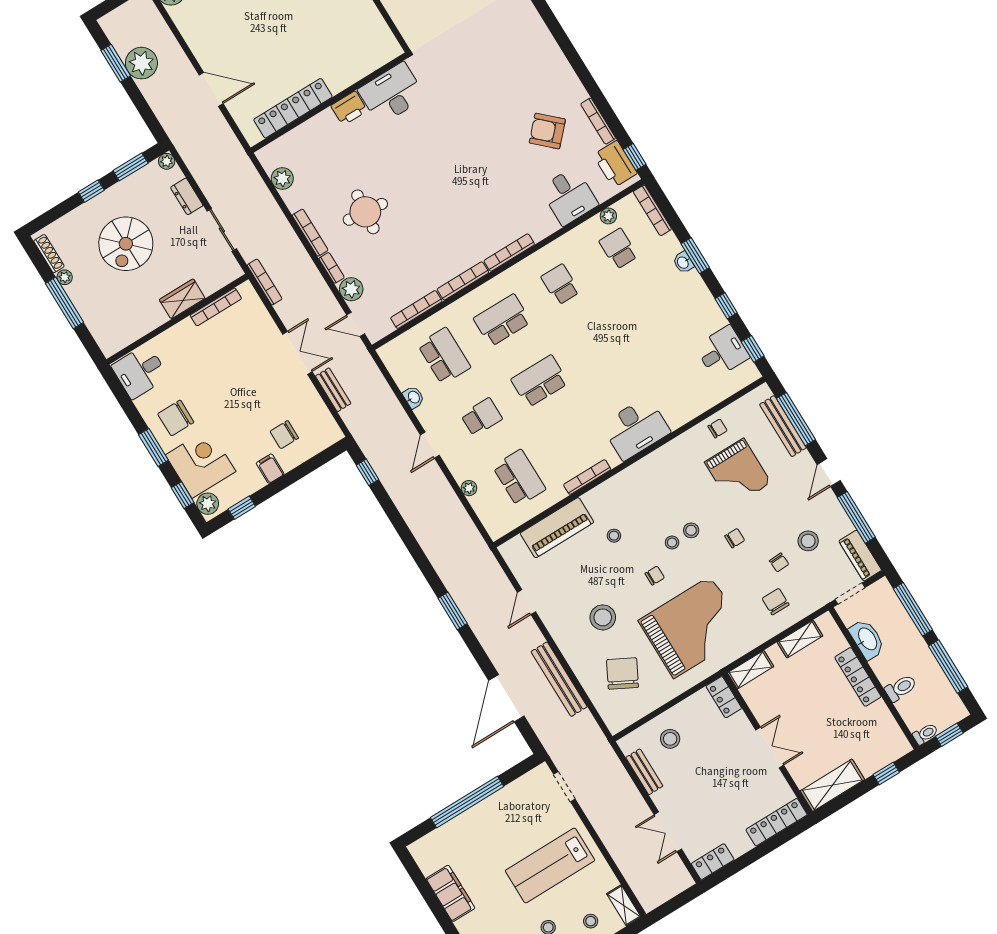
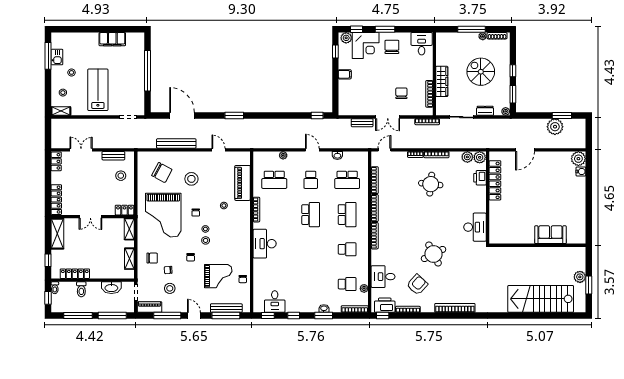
bookcase: (548, 44) -> (455, 308), added
printer: (349, 108) -> (480, 178), moved
round table: (479, 135) -> (434, 254), added
plant: (351, 289) -> (480, 157), moved
wardrobe: (182, 299) -> (442, 81), width x1.50
chair: (284, 435) -> (401, 93), moved
grand piano: (738, 473) -> (218, 276), turned 180
locker: (858, 677) -> (75, 274), moved

